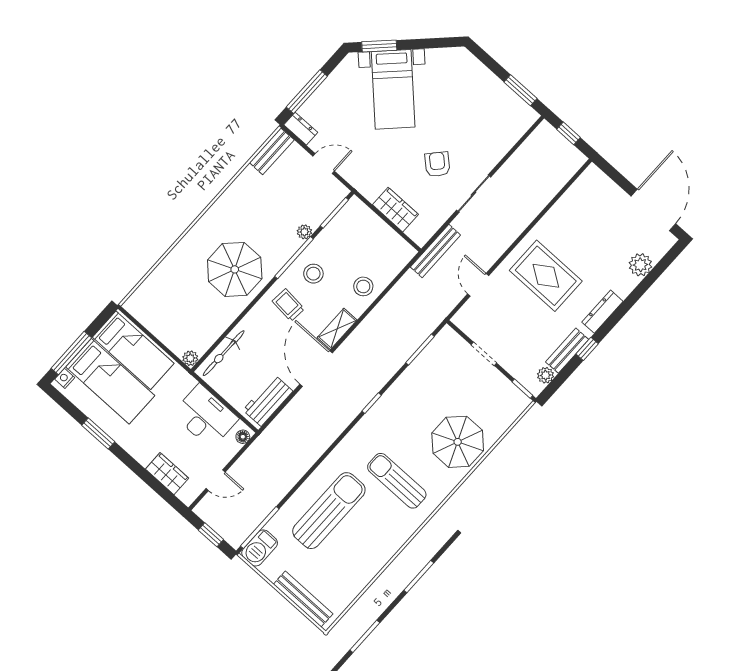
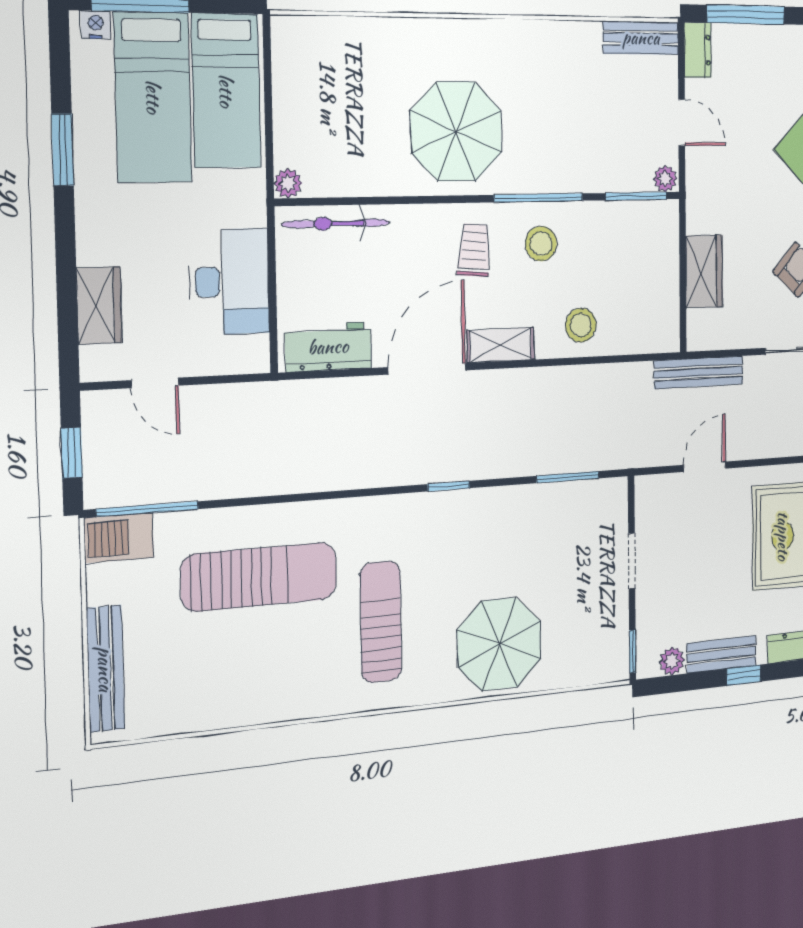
plant: (304, 232) -> (665, 179), moved
floor lamp: (243, 437) -> (249, 361), removed

